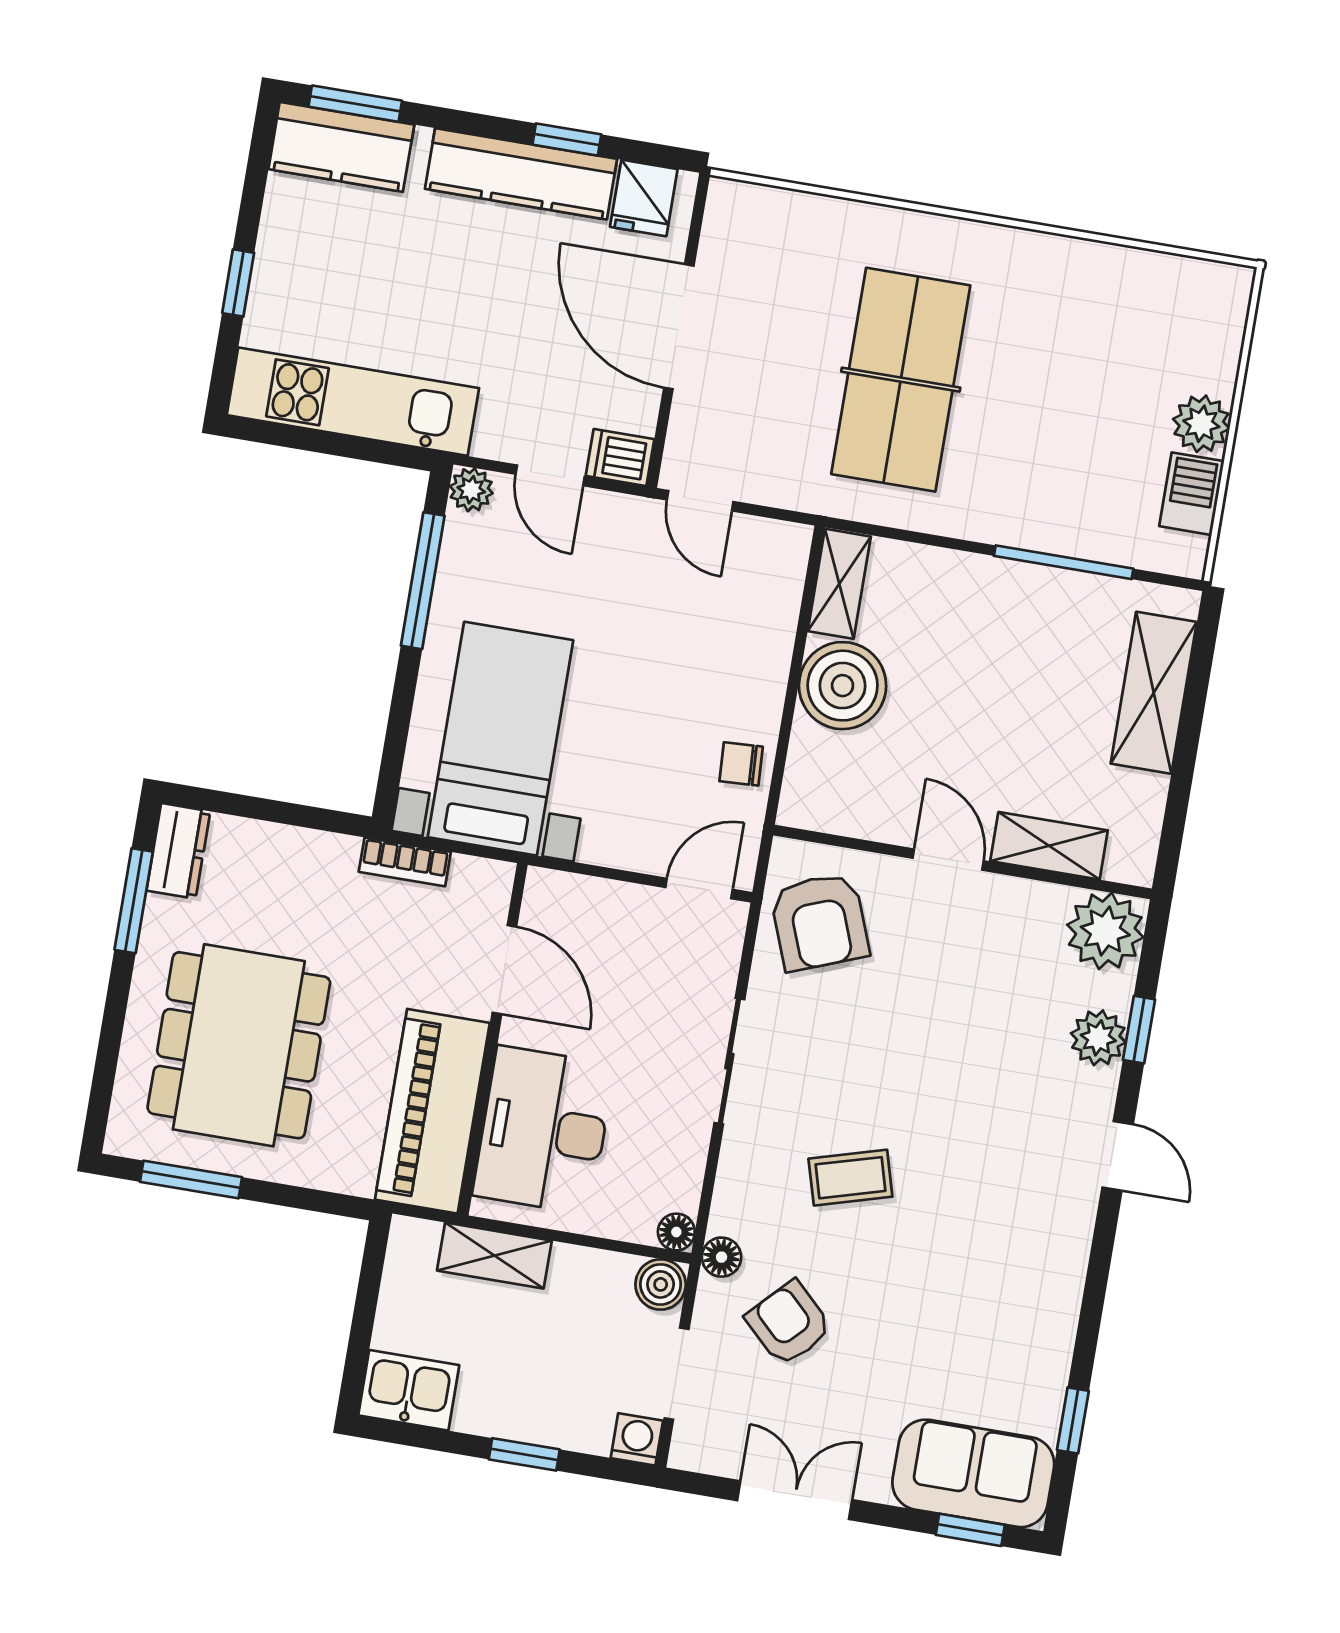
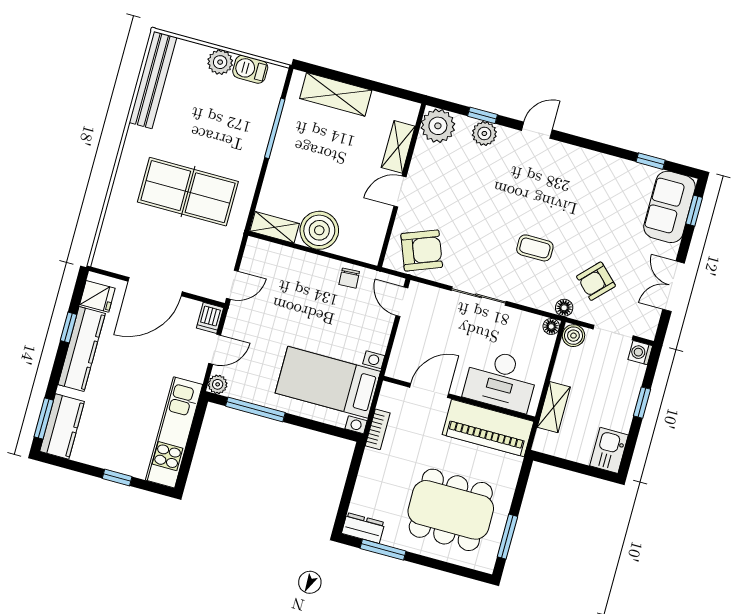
bench: (1146, 276) -> (153, 80), added
coffee table: (850, 1178) -> (535, 248), turned -74

